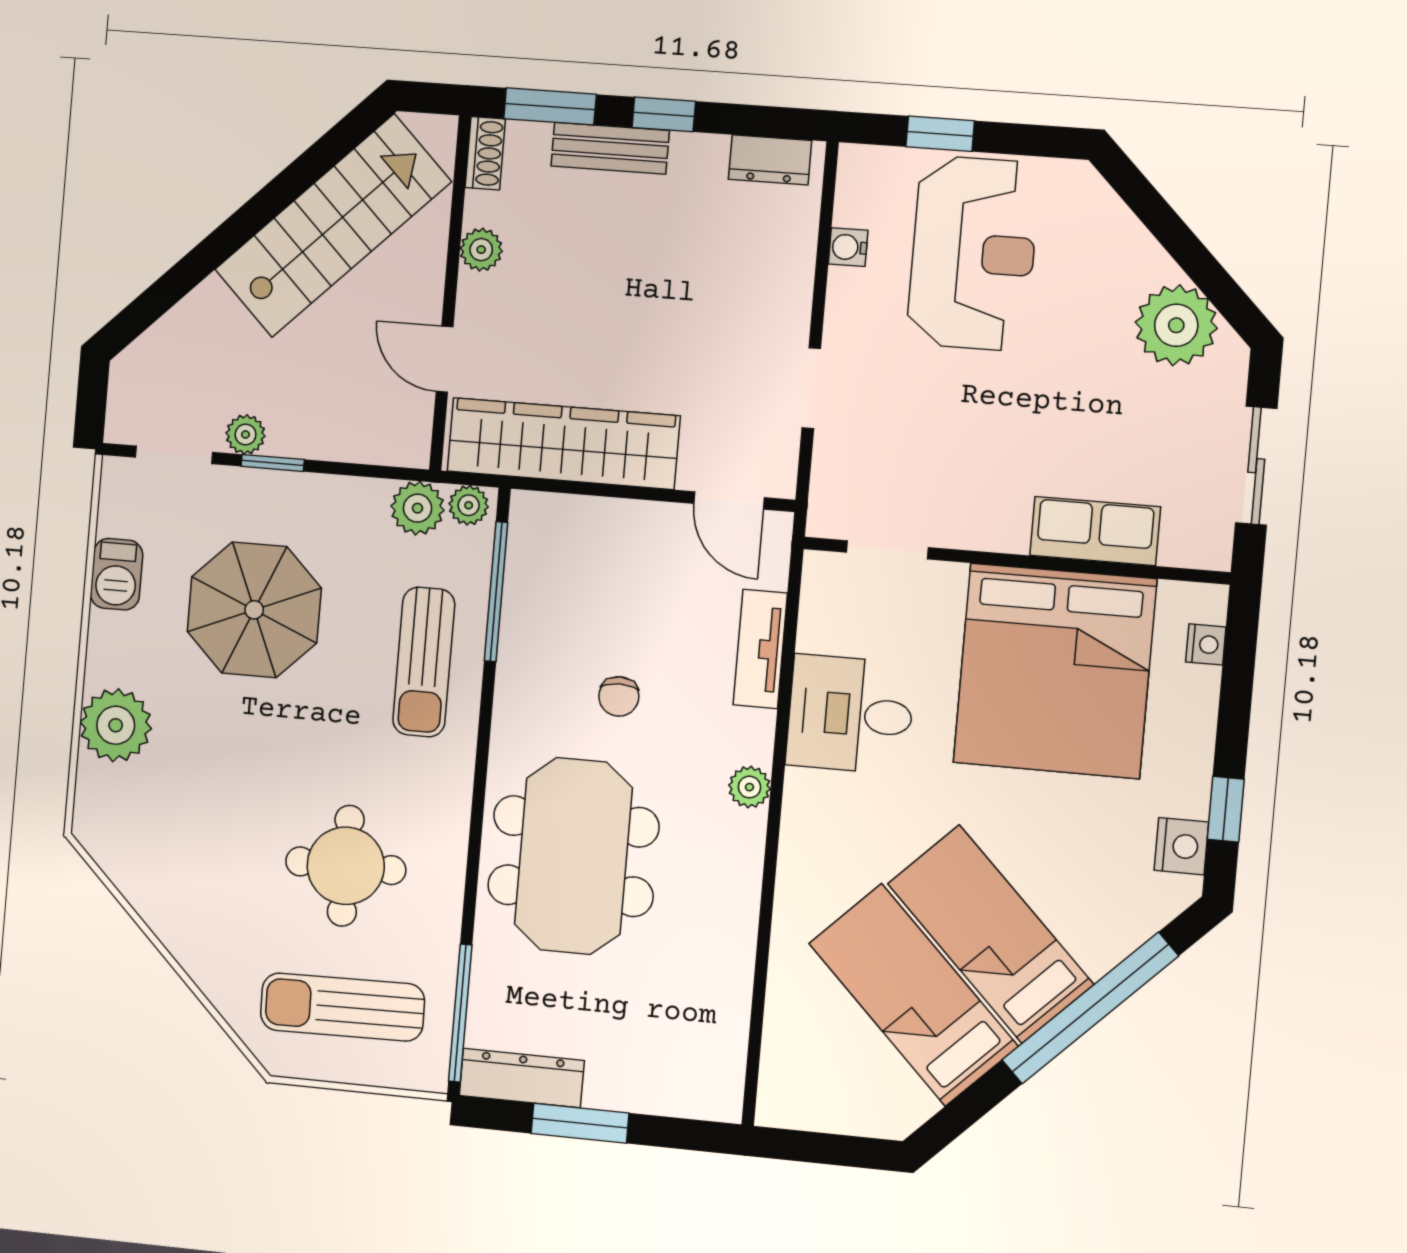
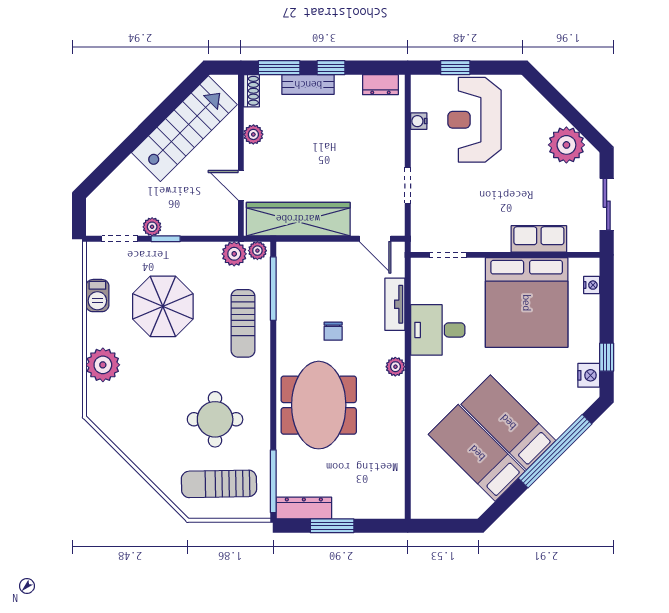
reception desk: (973, 253) -> (474, 120), turned 180

